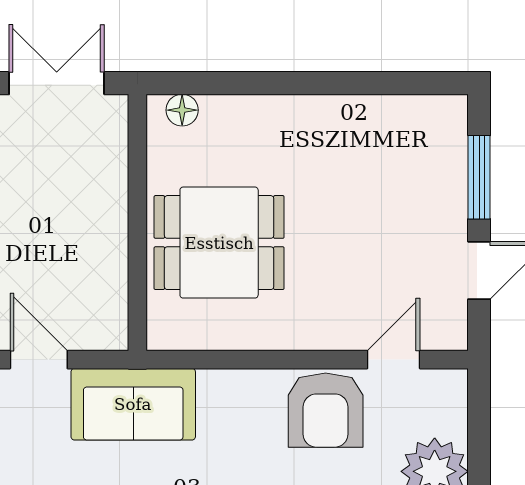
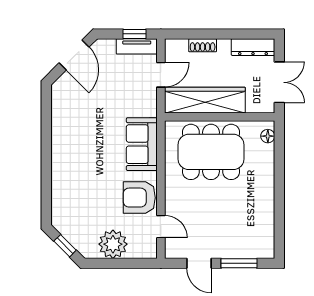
dining table: (219, 243) -> (211, 152), width x1.38
wardrobe: (98, 257) -> (205, 100), added
sofa: (133, 404) -> (142, 144), moved

